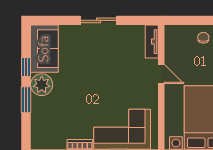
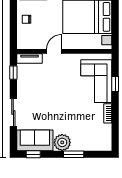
sliding door: (99, 20) -> (13, 113), moved
window: (133, 20) -> (13, 73), added
window: (26, 67) -> (33, 154), moved

